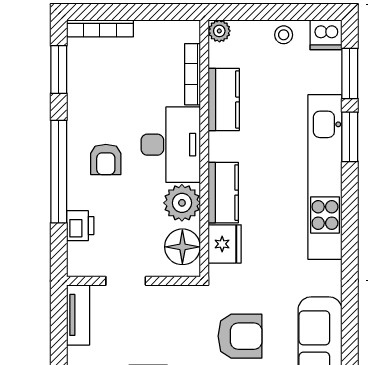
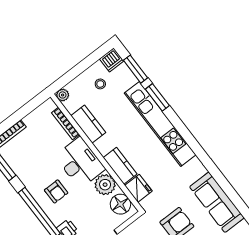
stool: (284, 35) -> (100, 84), moved

